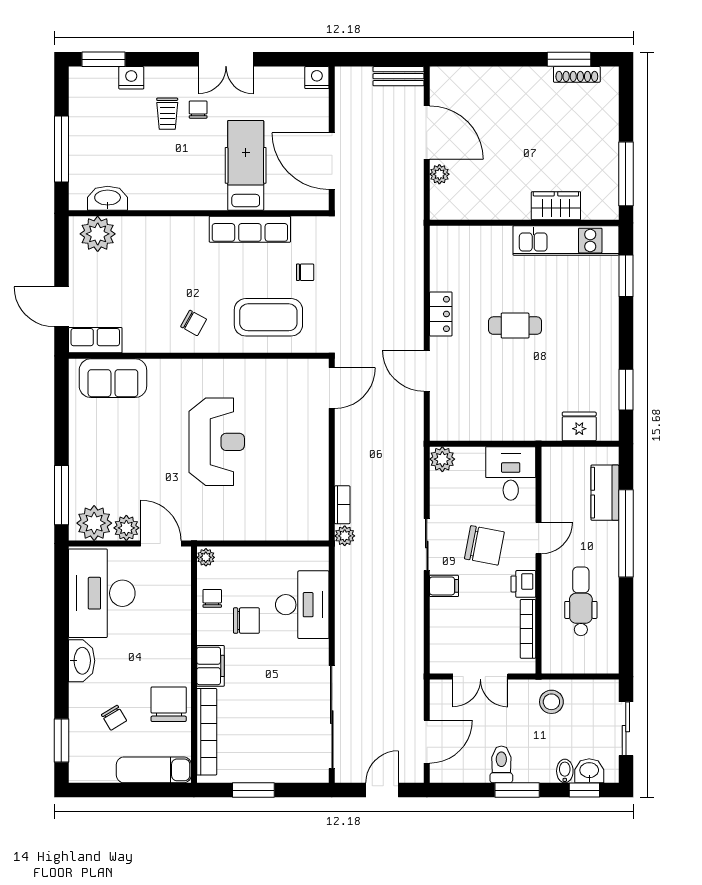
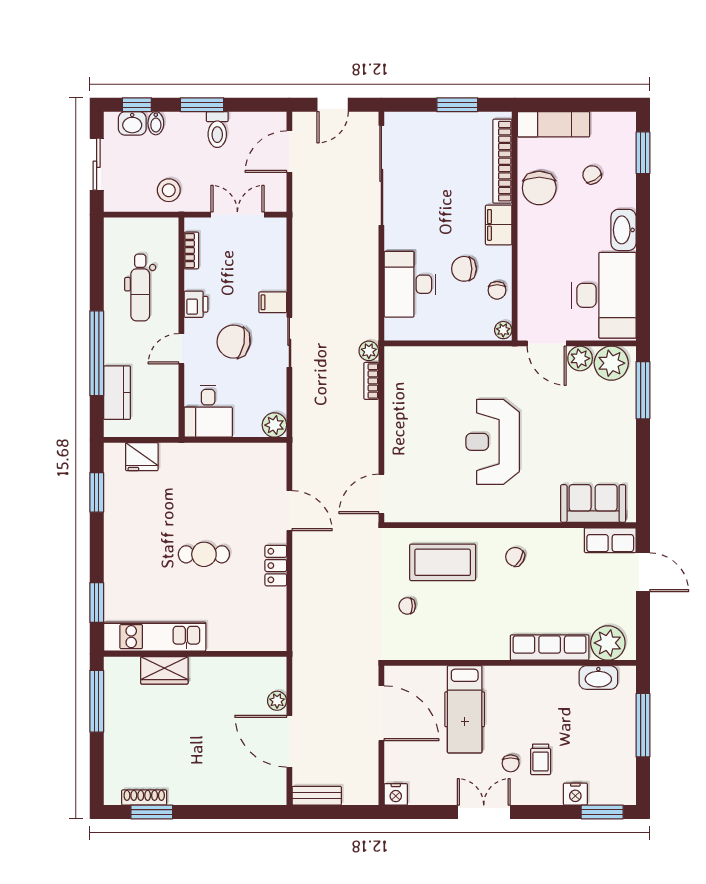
trolley: (167, 114) -> (541, 759), turned 180
row of seats: (250, 229) -> (550, 648), moved
bookcase: (528, 629) -> (191, 251), width x0.64

